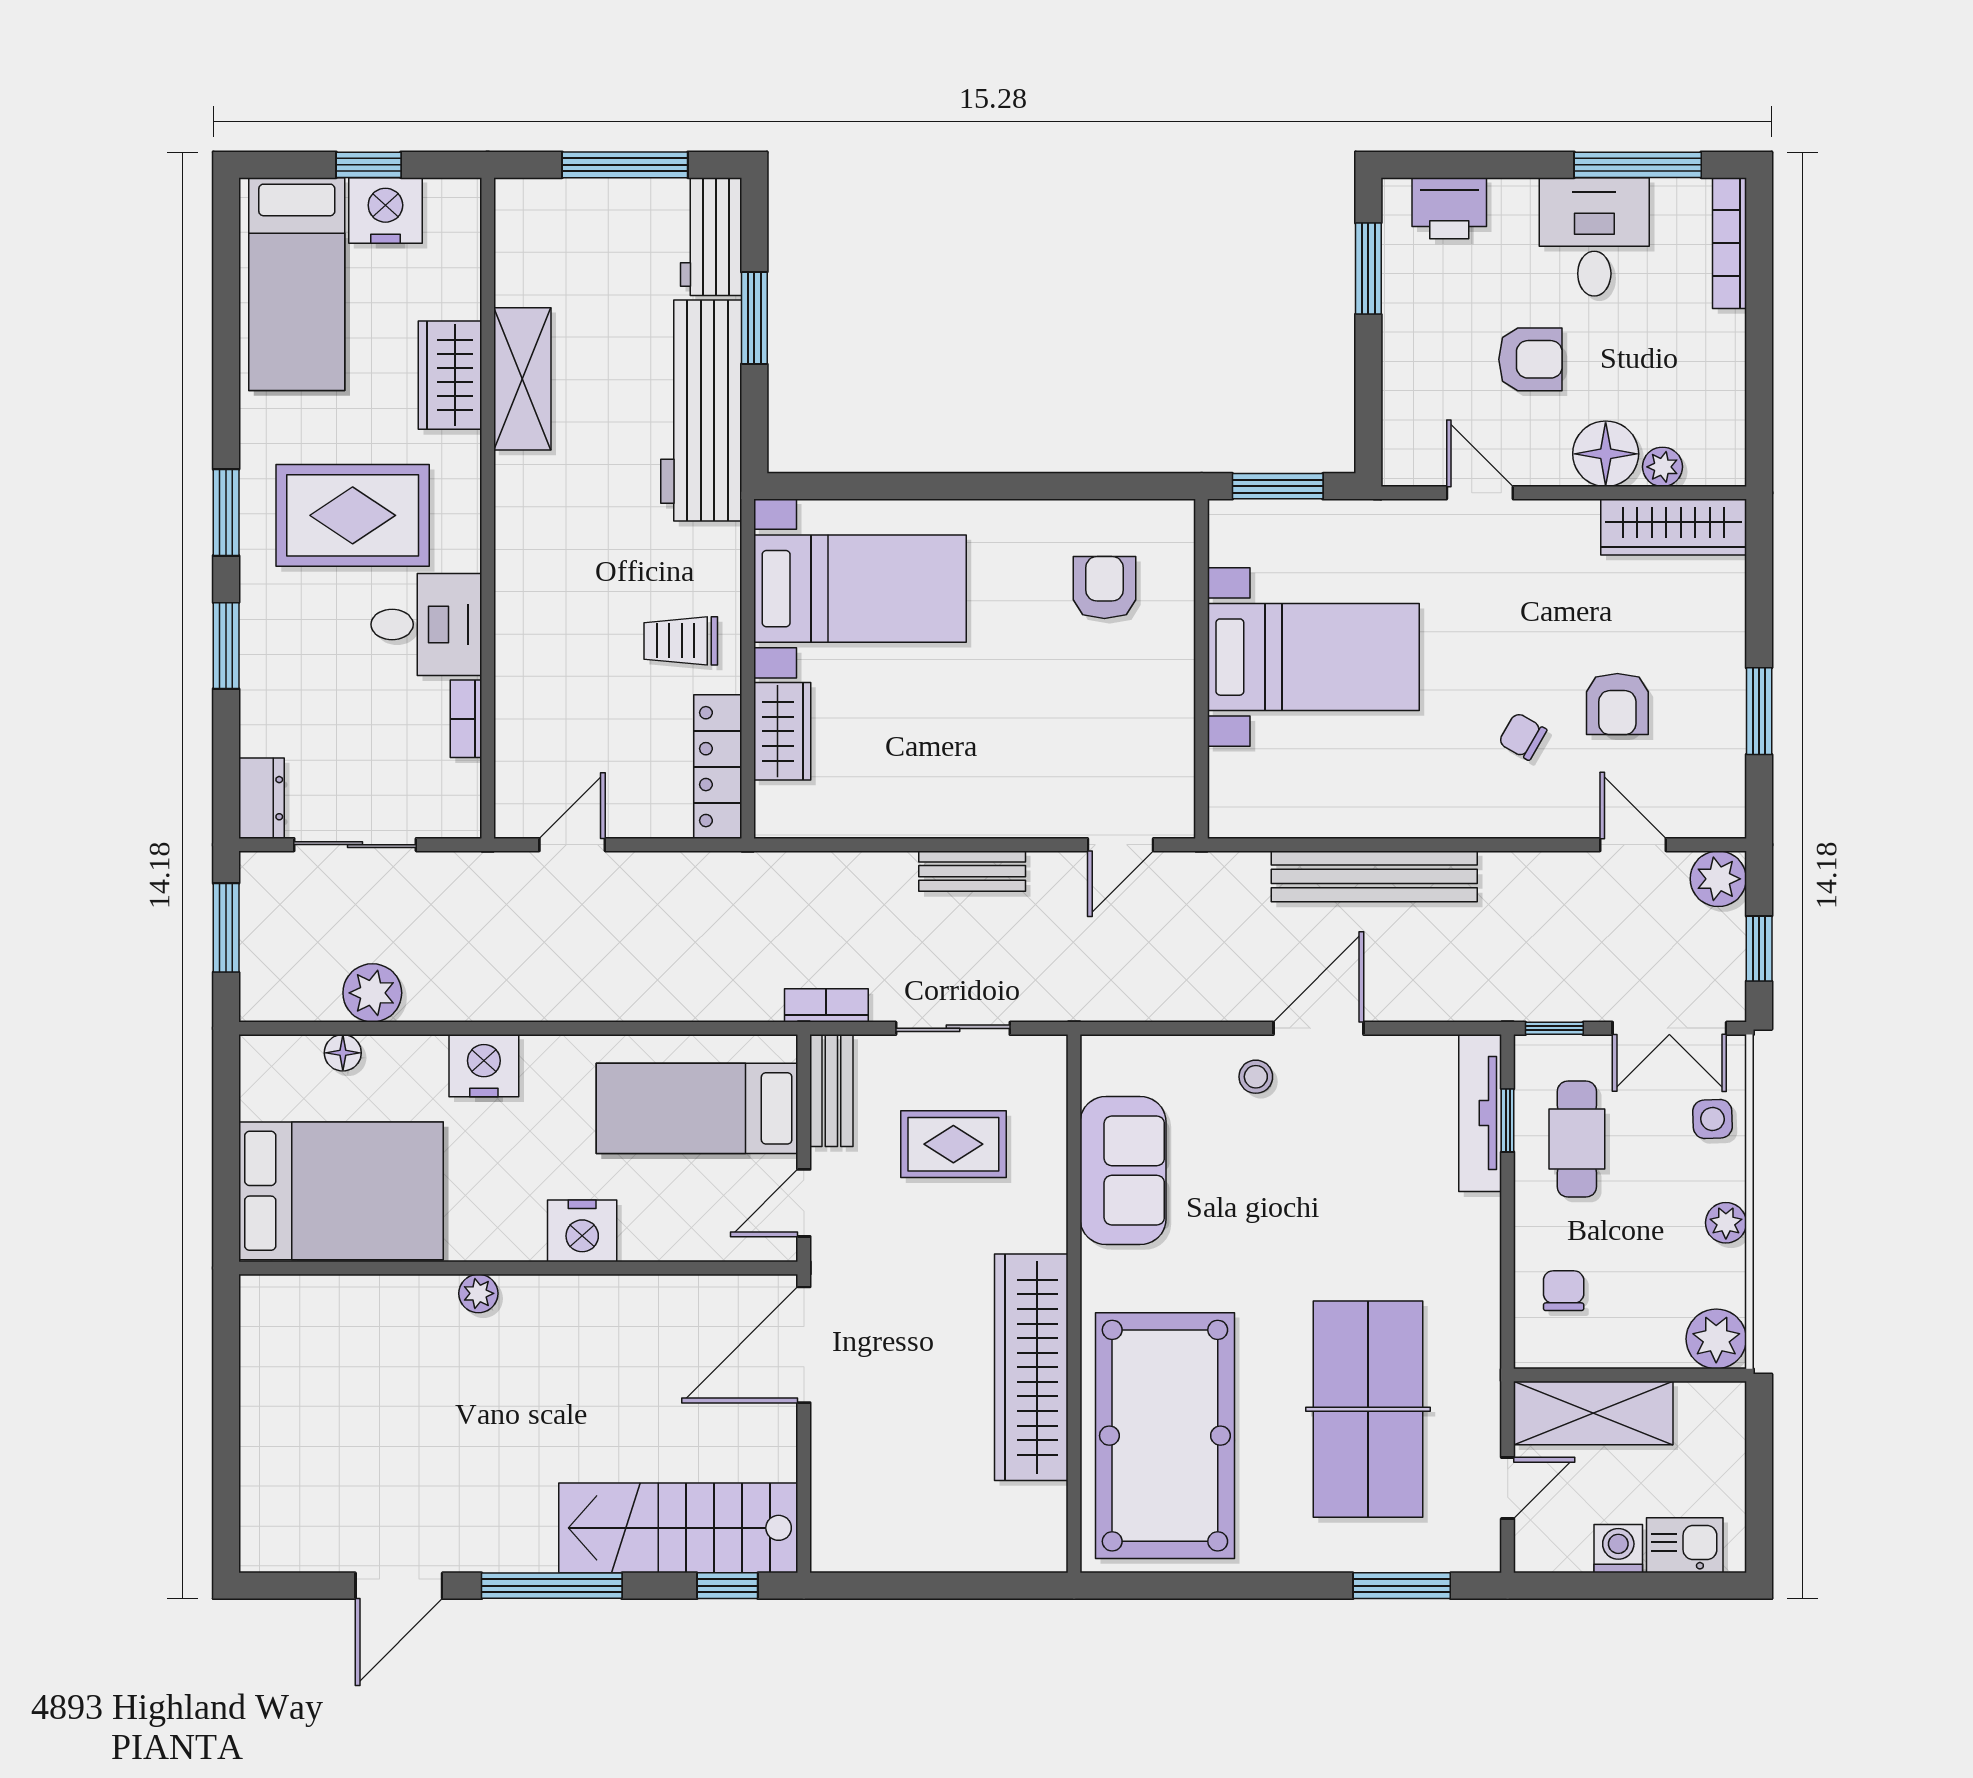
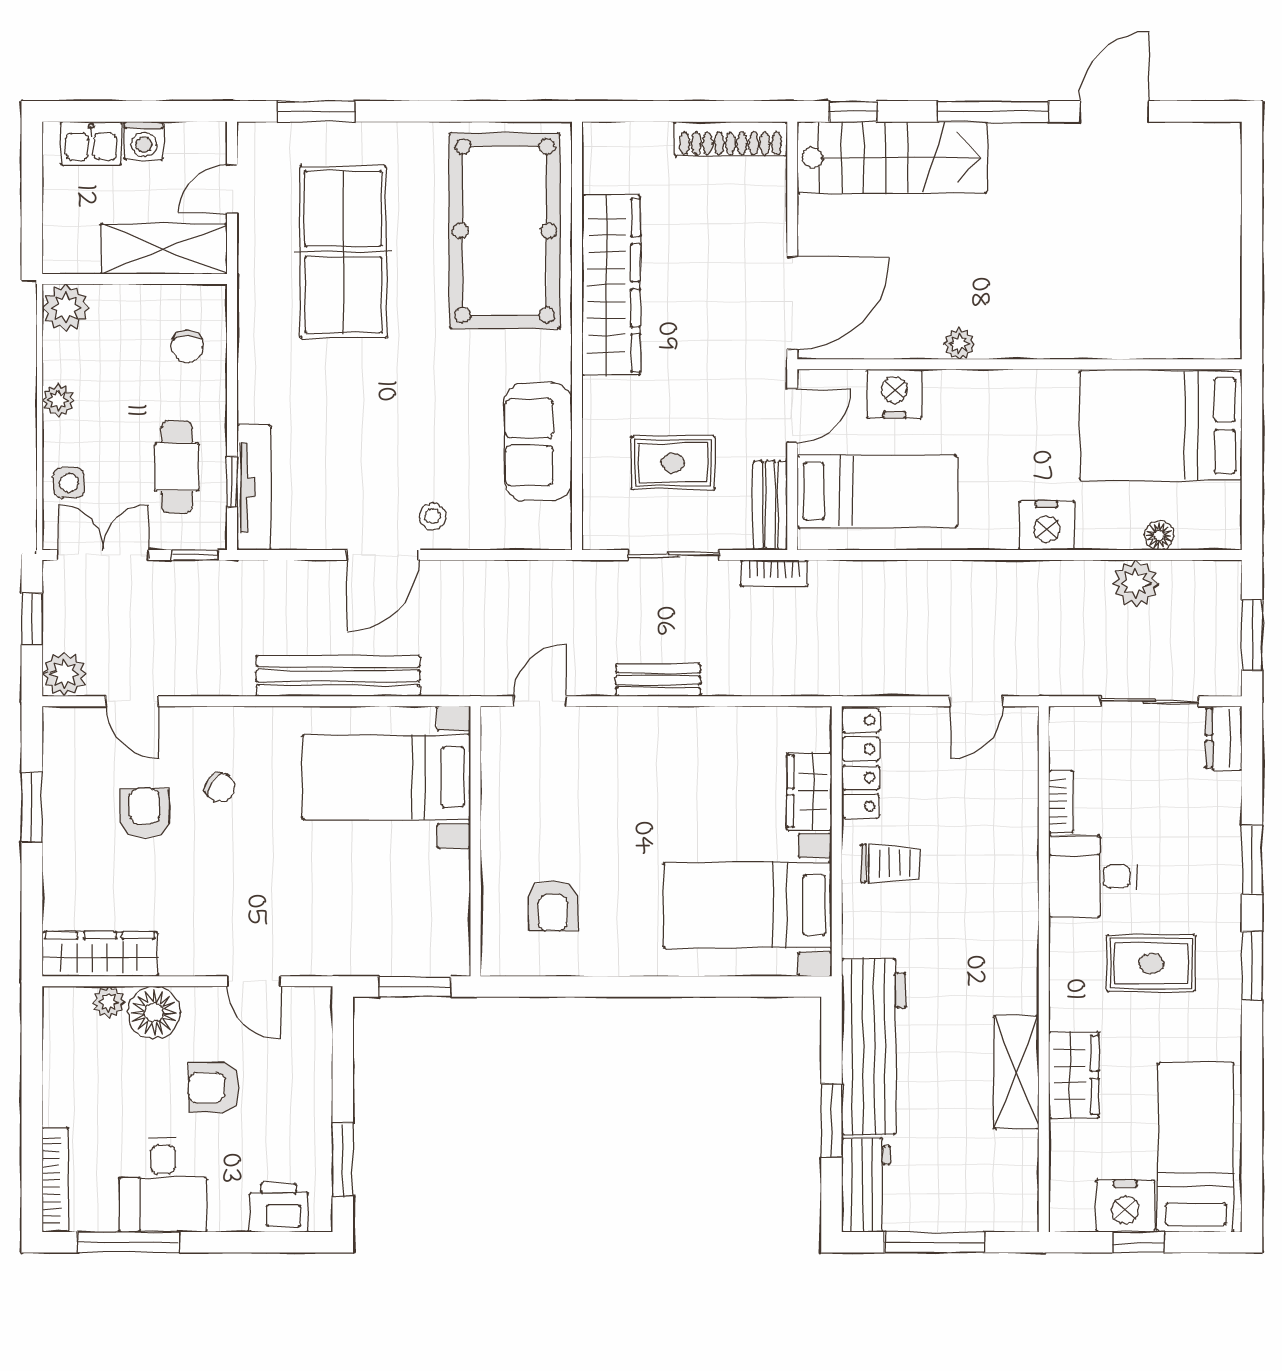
rug: (353, 515) -> (1151, 963), width x0.73, depth x0.70
bed with nightstands: (1313, 657) -> (387, 777), moved
nightstand: (582, 1231) -> (894, 394), moved
plant: (478, 1293) -> (959, 344), moved
shoe rack: (881, 1551) -> (731, 139), added

